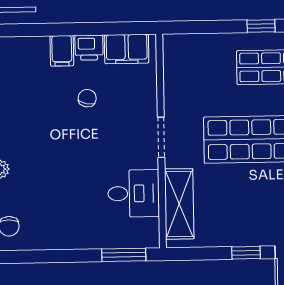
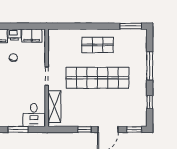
window: (261, 26) -> (93, 26), removed
desk: (134, 193) -> (34, 115), moved, turned 90
window: (124, 255) -> (18, 129), moved

